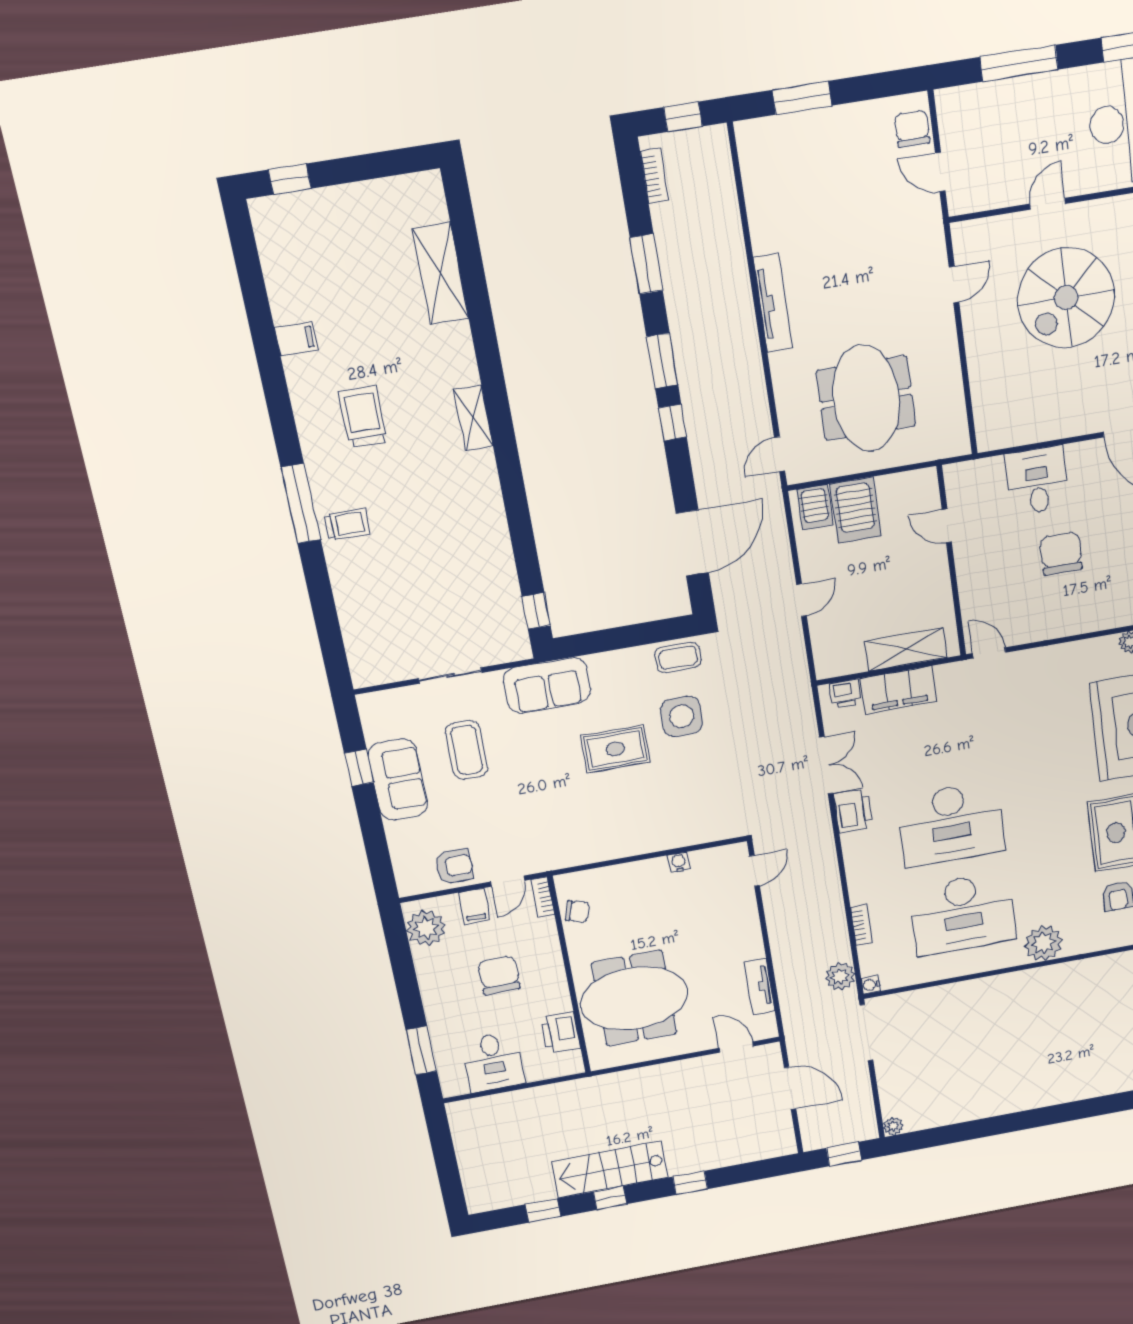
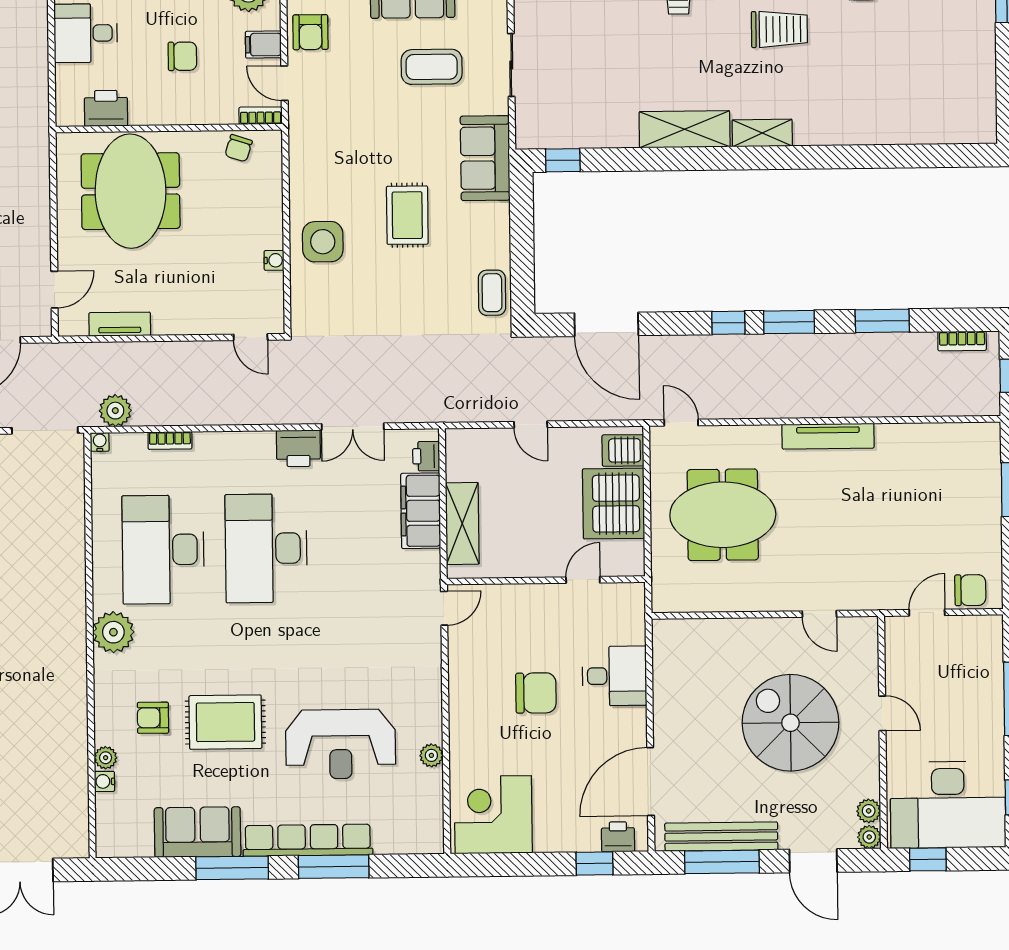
shelving: (440, 273) -> (685, 129), moved
server rack: (856, 510) -> (614, 504), width x1.60
side table: (681, 716) -> (323, 242), moved
chair: (499, 975) -> (182, 56), width x0.73, depth x0.73

